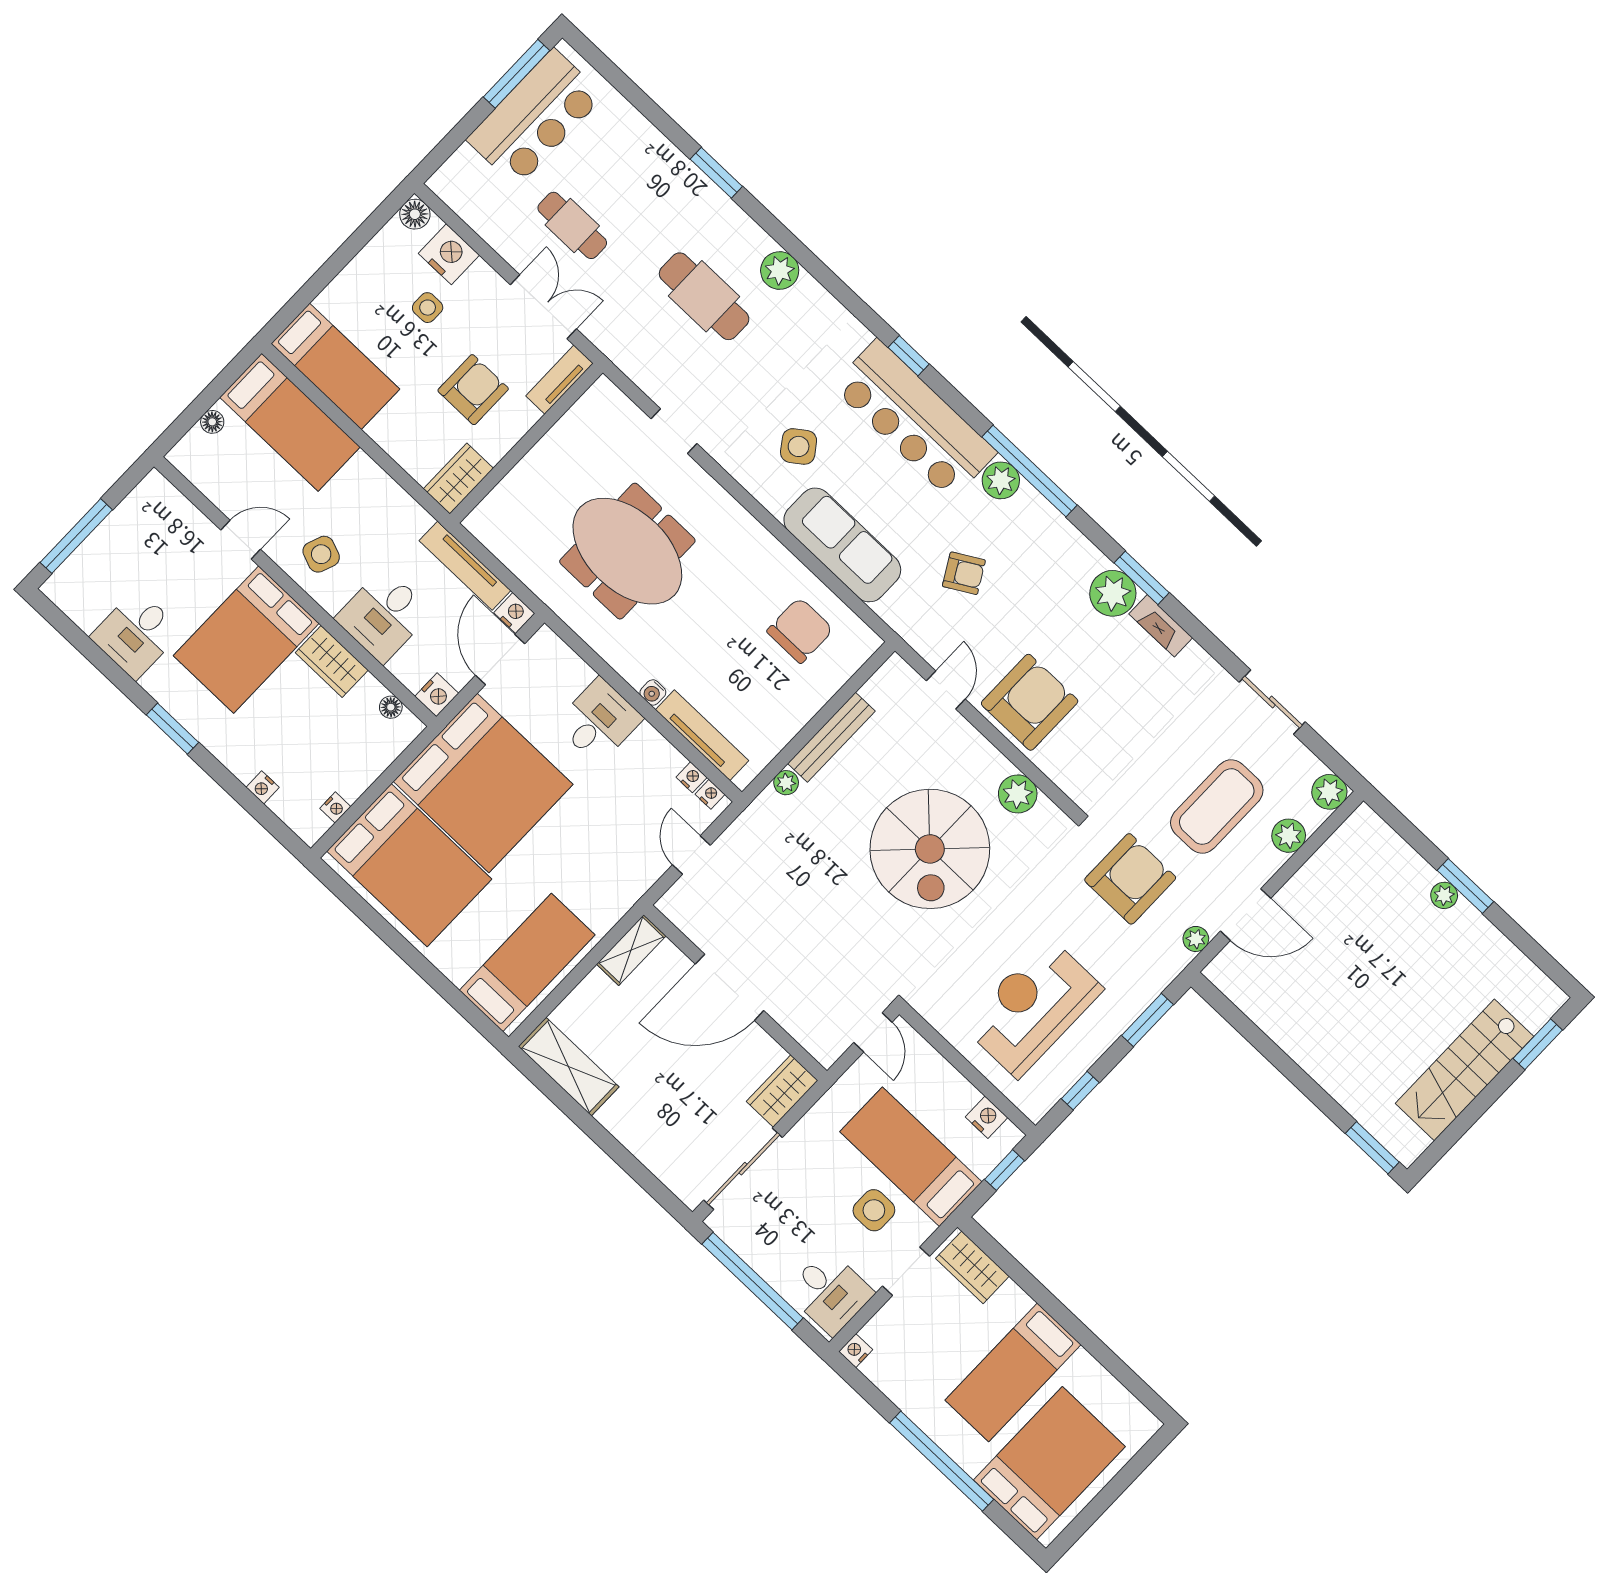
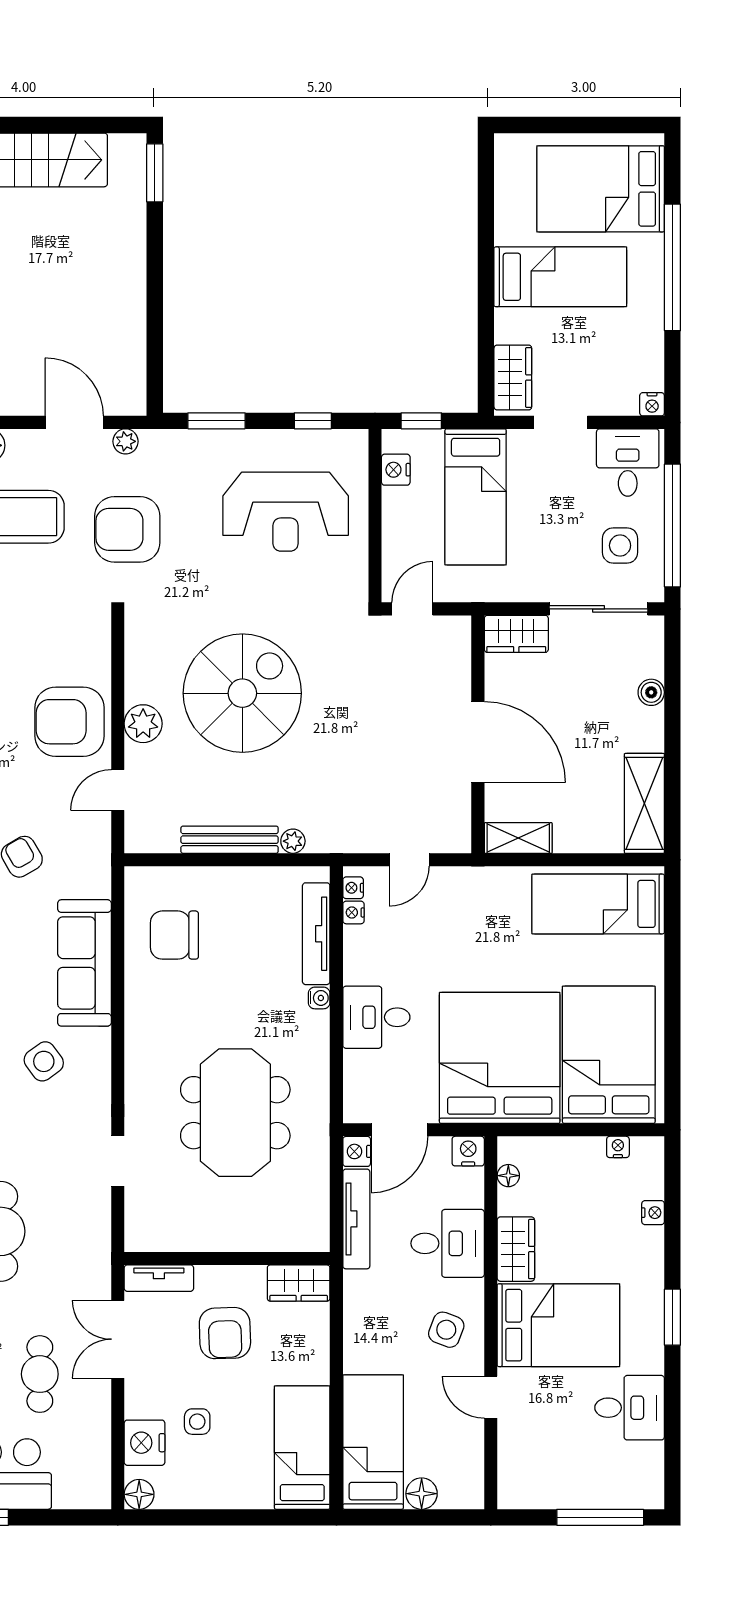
armchair: (473, 390) -> (225, 1333), turned -92
floor lamp: (212, 422) -> (422, 1494), width x1.37, depth x1.37
plant: (1018, 794) -> (143, 724), moved
boiler: (645, 1149) -> (651, 692), added
side table: (874, 1210) -> (620, 545), moved

